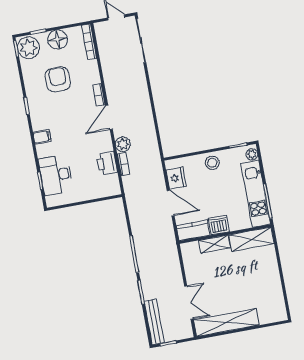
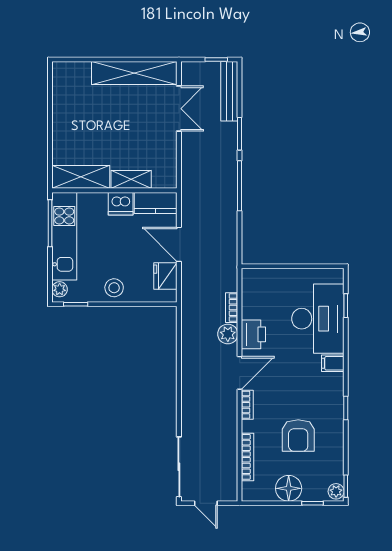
bookcase: (89, 42) -> (248, 457), moved
plant: (28, 48) -> (336, 491), width x0.53, depth x0.53
printer: (107, 163) -> (253, 334), moved
desk: (56, 175) -> (318, 319), width x1.36, depth x1.30
double door: (189, 303) -> (179, 109), swing flipped

